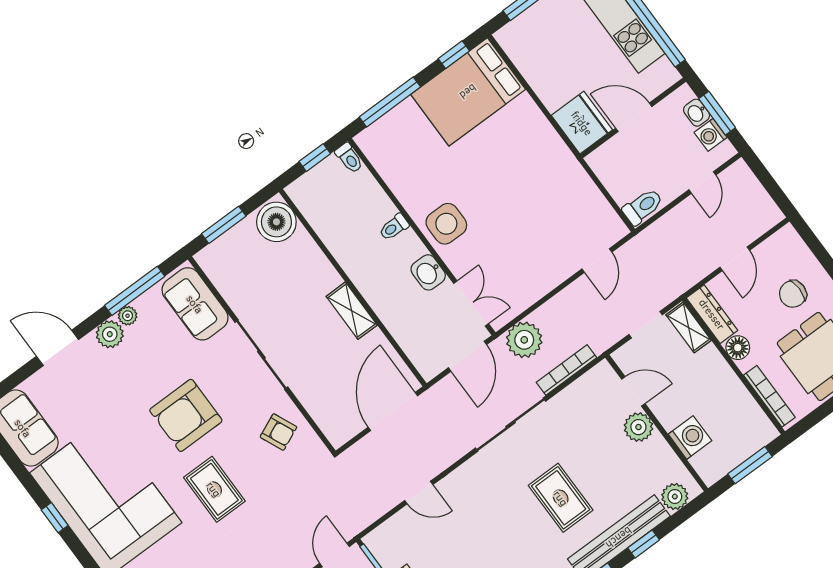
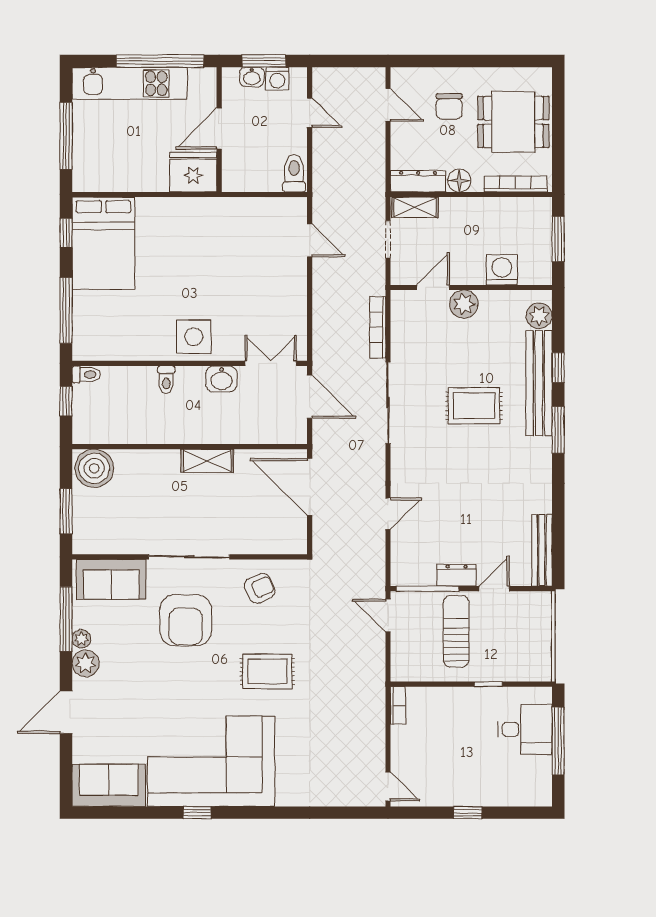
door: (735, 259) -> (388, 105), moved
plant: (524, 340) -> (330, 343), removed
armchair: (186, 415) -> (186, 620), moved

